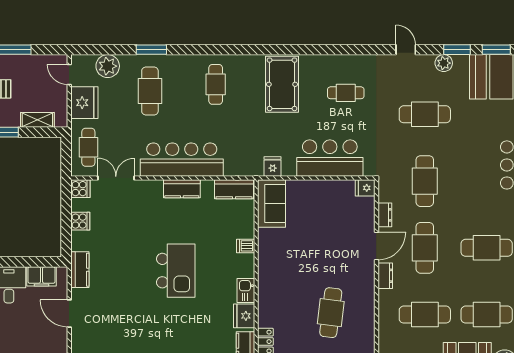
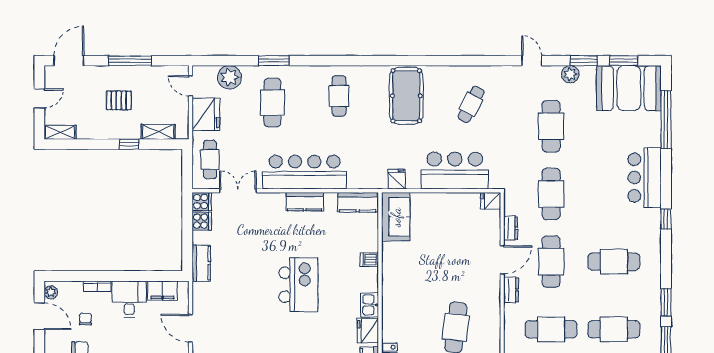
cafe table: (346, 93) -> (471, 104), turned -63
cafe table: (425, 114) -> (551, 126), turned 90
cooker: (80, 221) -> (202, 221), moved
kitchen counter: (80, 270) -> (201, 263), moved

